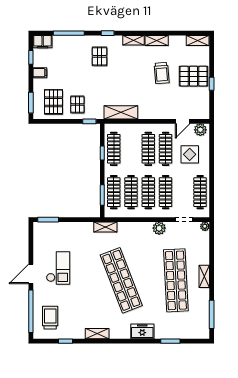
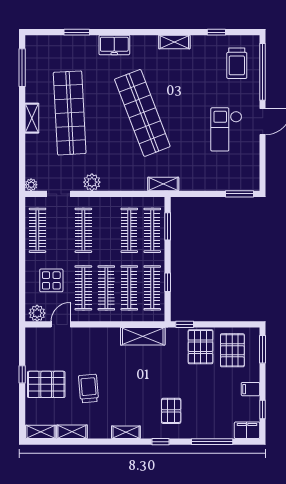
shelving: (157, 41) -> (72, 432), moved
pallet: (77, 105) -> (201, 347), width x1.50, depth x1.42
clothes rail: (148, 192) -> (129, 288), moved

